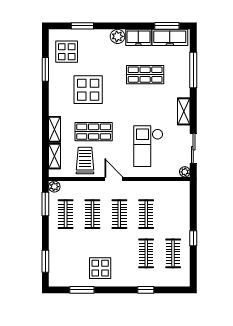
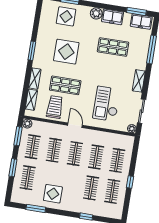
freezer: (170, 37) -> (141, 22), width x0.71
display table: (67, 52) -> (66, 16), moved
window: (45, 69) -> (32, 51), moved
clothes rail: (173, 214) -> (117, 160), added
clothes rail: (66, 253) -> (28, 178), added
window: (45, 261) -> (13, 168), moved

